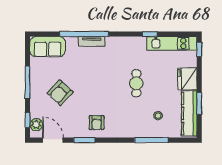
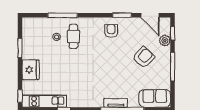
cafe table: (136, 83) -> (74, 36), moved
kitchen counter: (189, 113) -> (29, 39), removed
plant: (36, 125) -> (165, 40), moved

